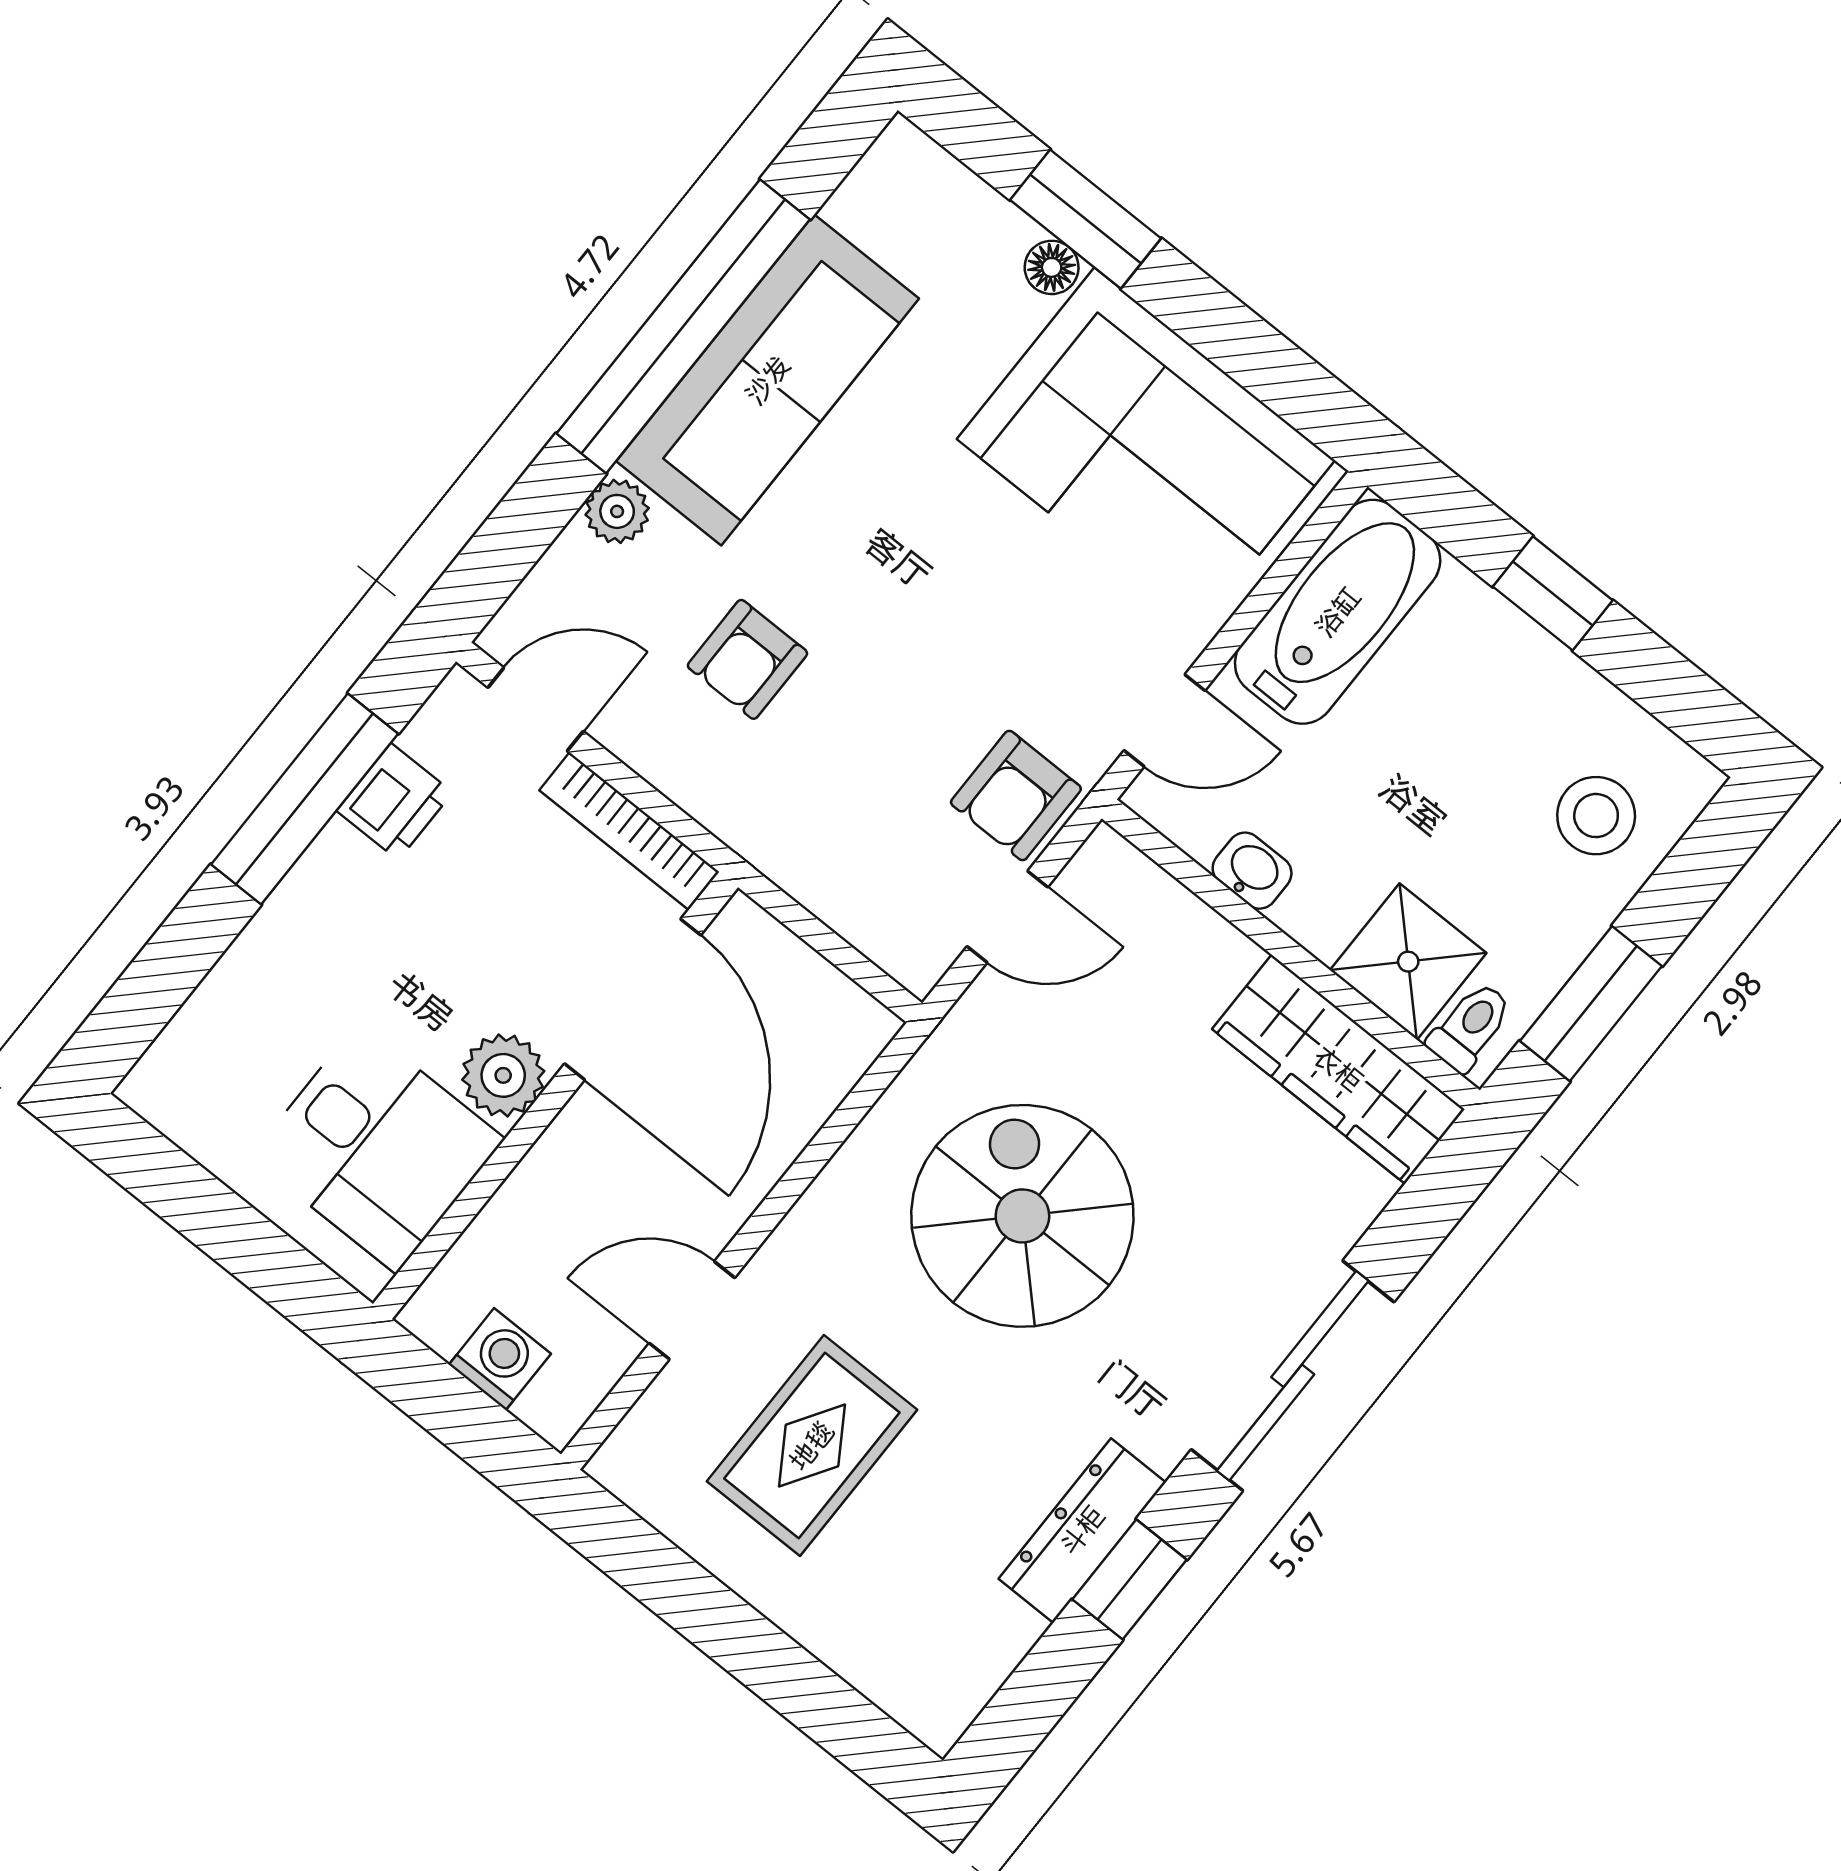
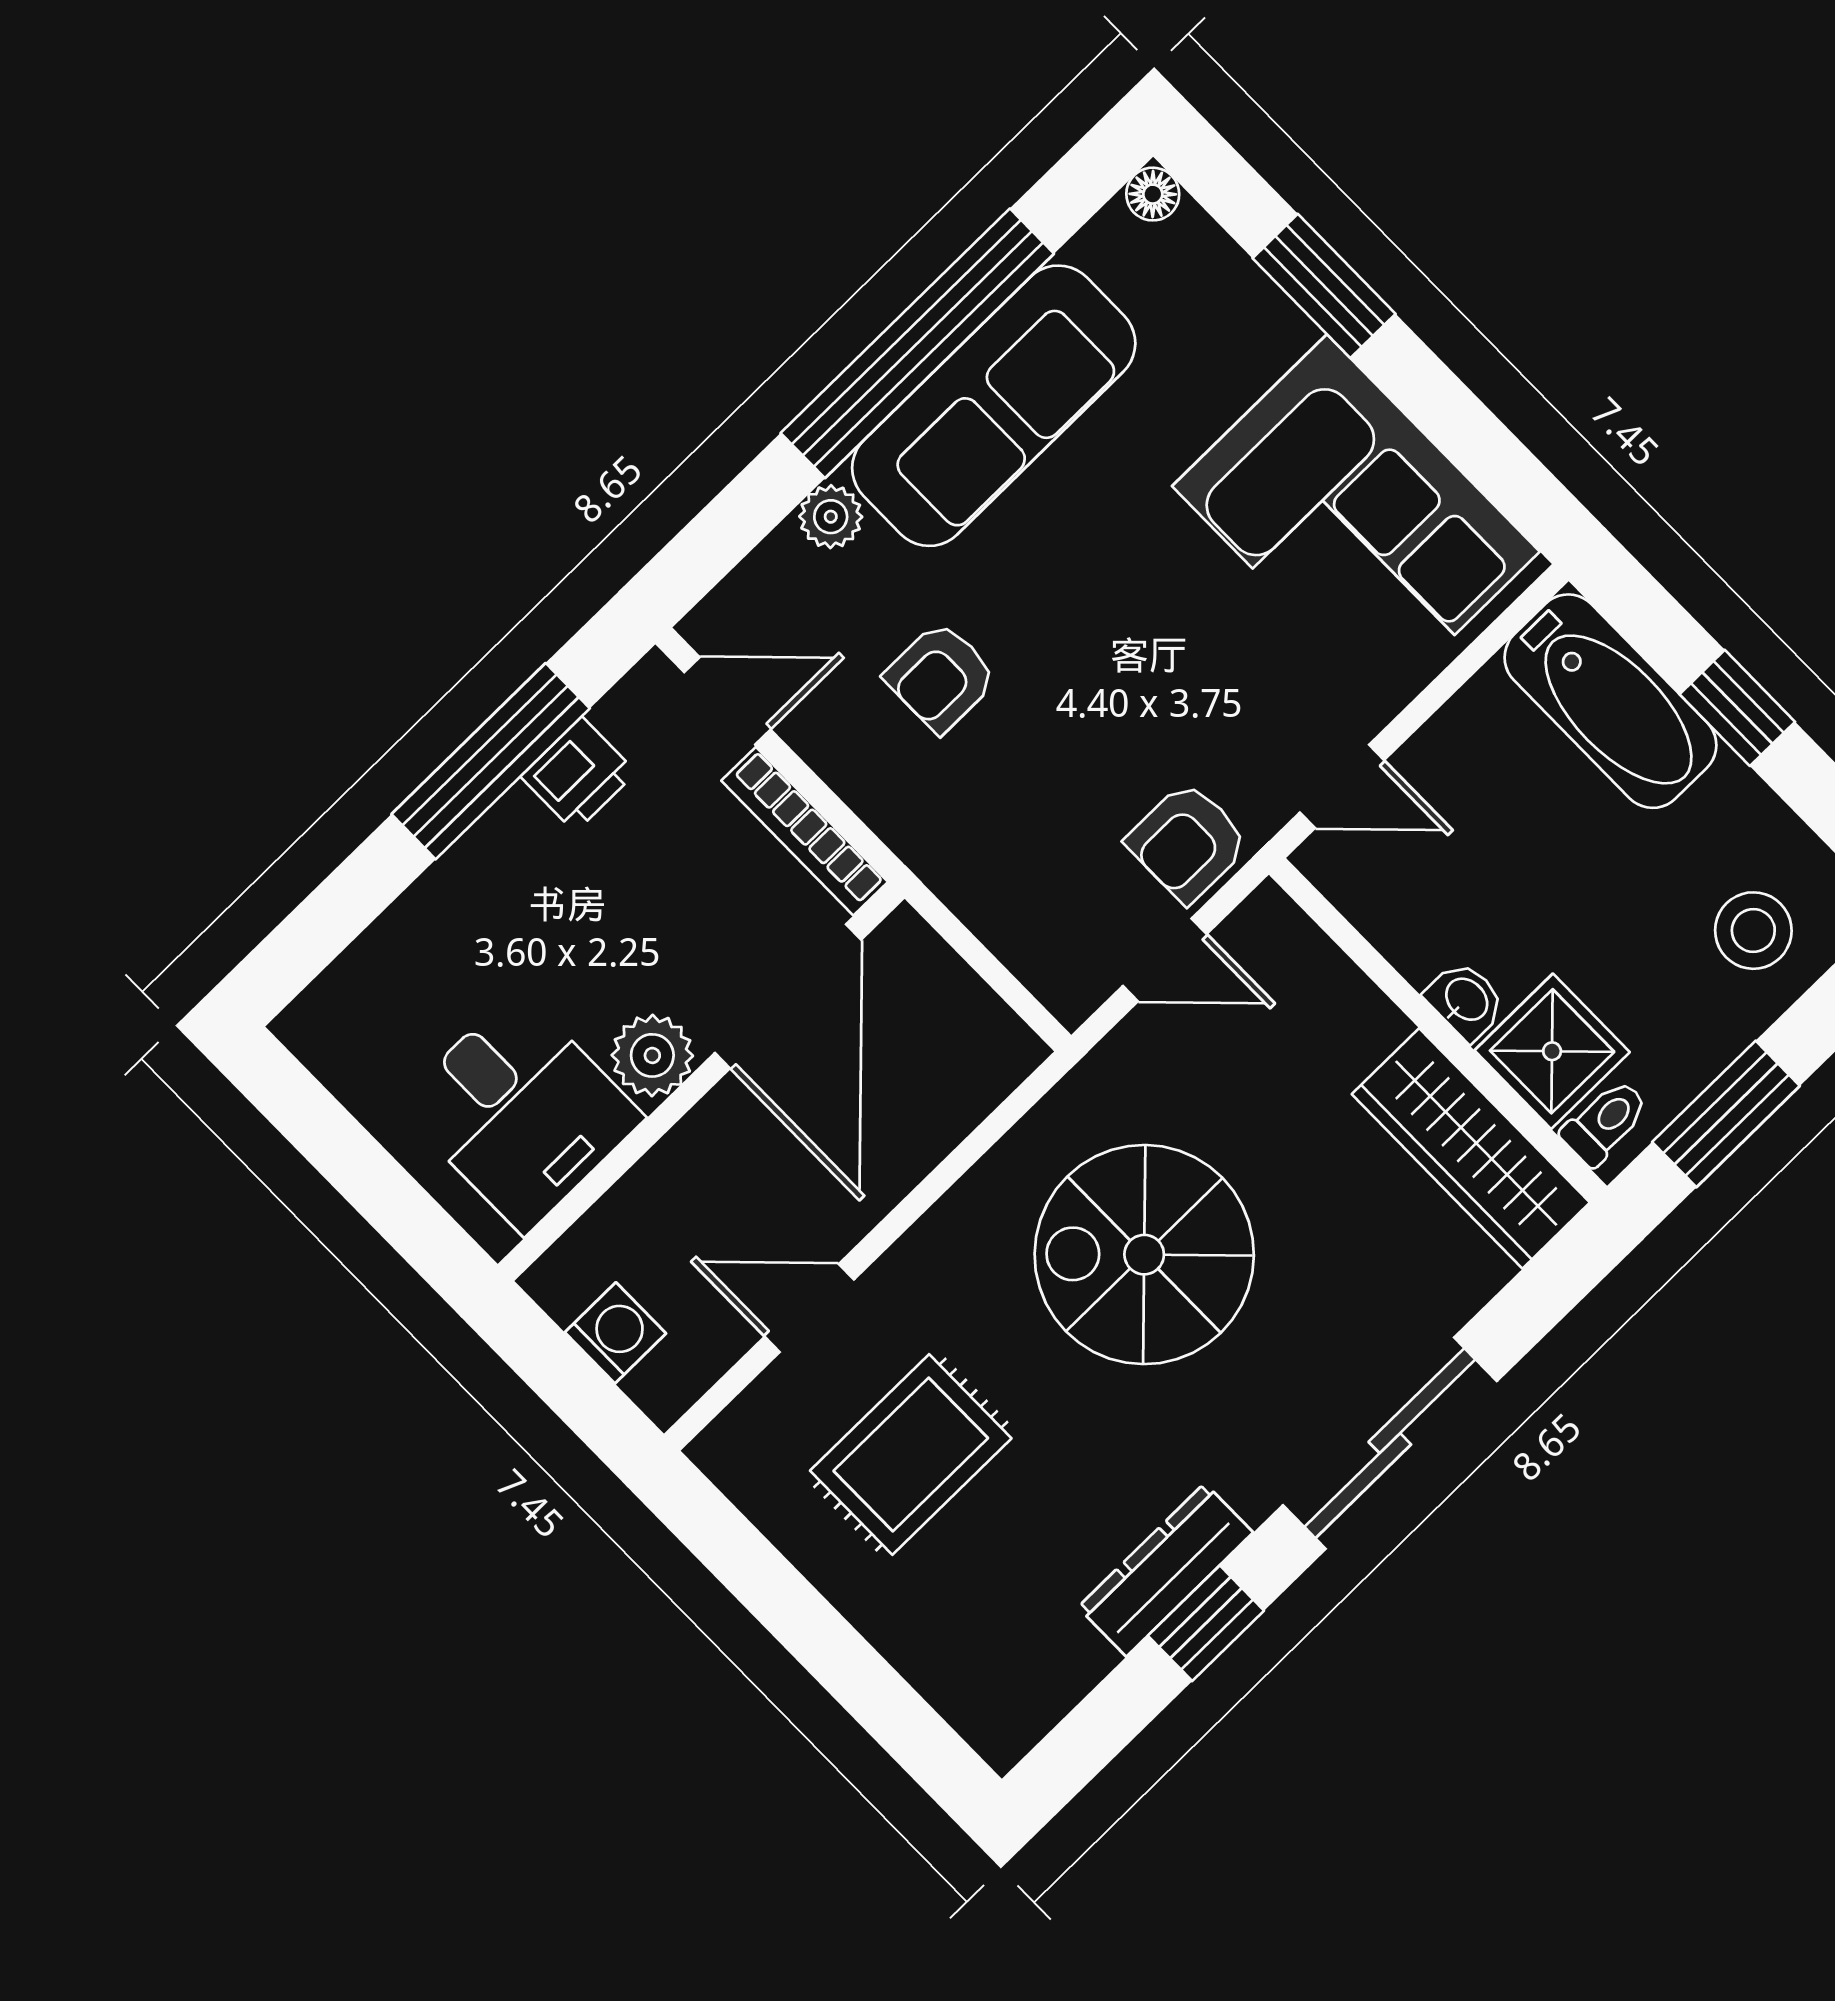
floor lamp: (1052, 267) -> (1153, 194), moved
bathtub: (1338, 612) -> (1610, 701), moved, turned 90
washbasin: (1252, 871) -> (1466, 1000), moved
spiral stairs: (1022, 1216) -> (1144, 1255), turned -90

